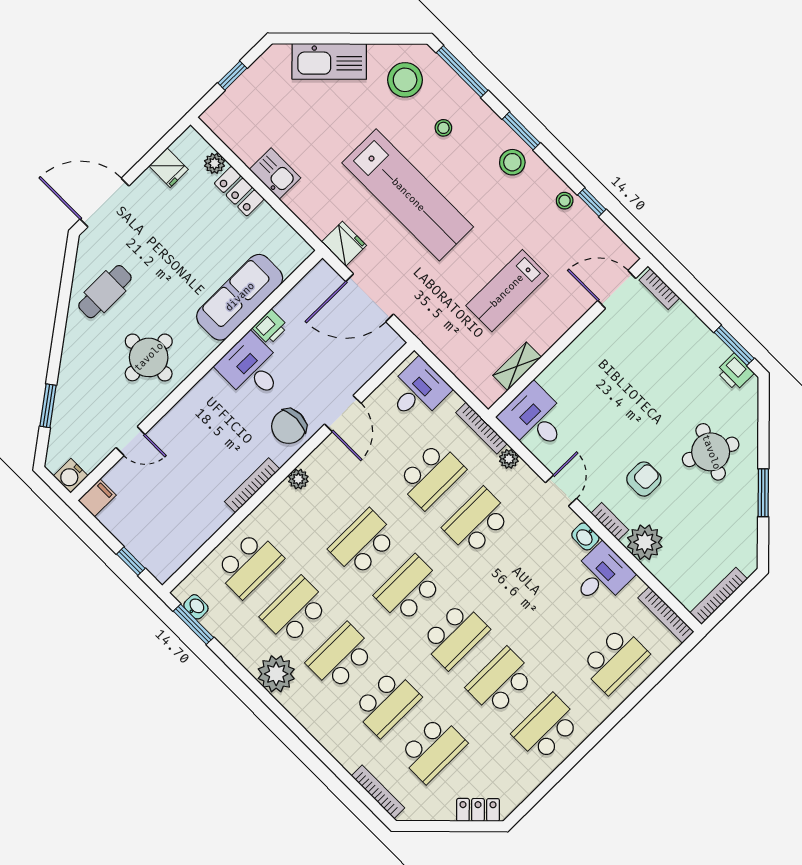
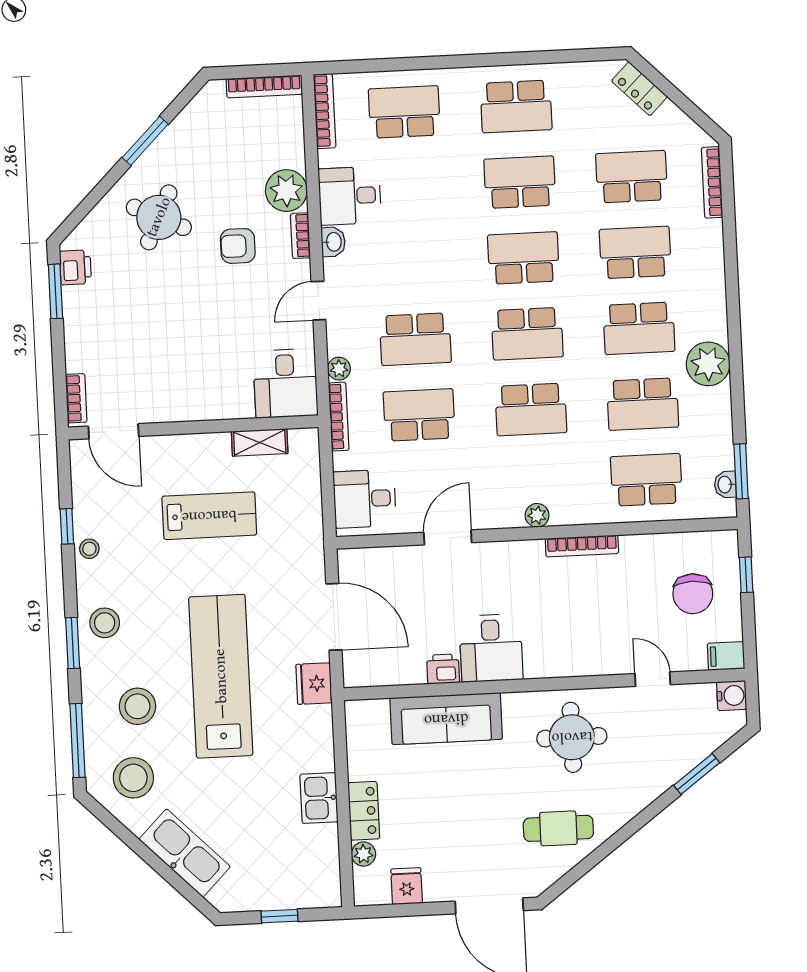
stool: (443, 128) -> (138, 706), width x1.89, depth x1.89
chair: (289, 426) -> (693, 594), moved, turned 90
school desk: (501, 682) -> (520, 182), turned 180

